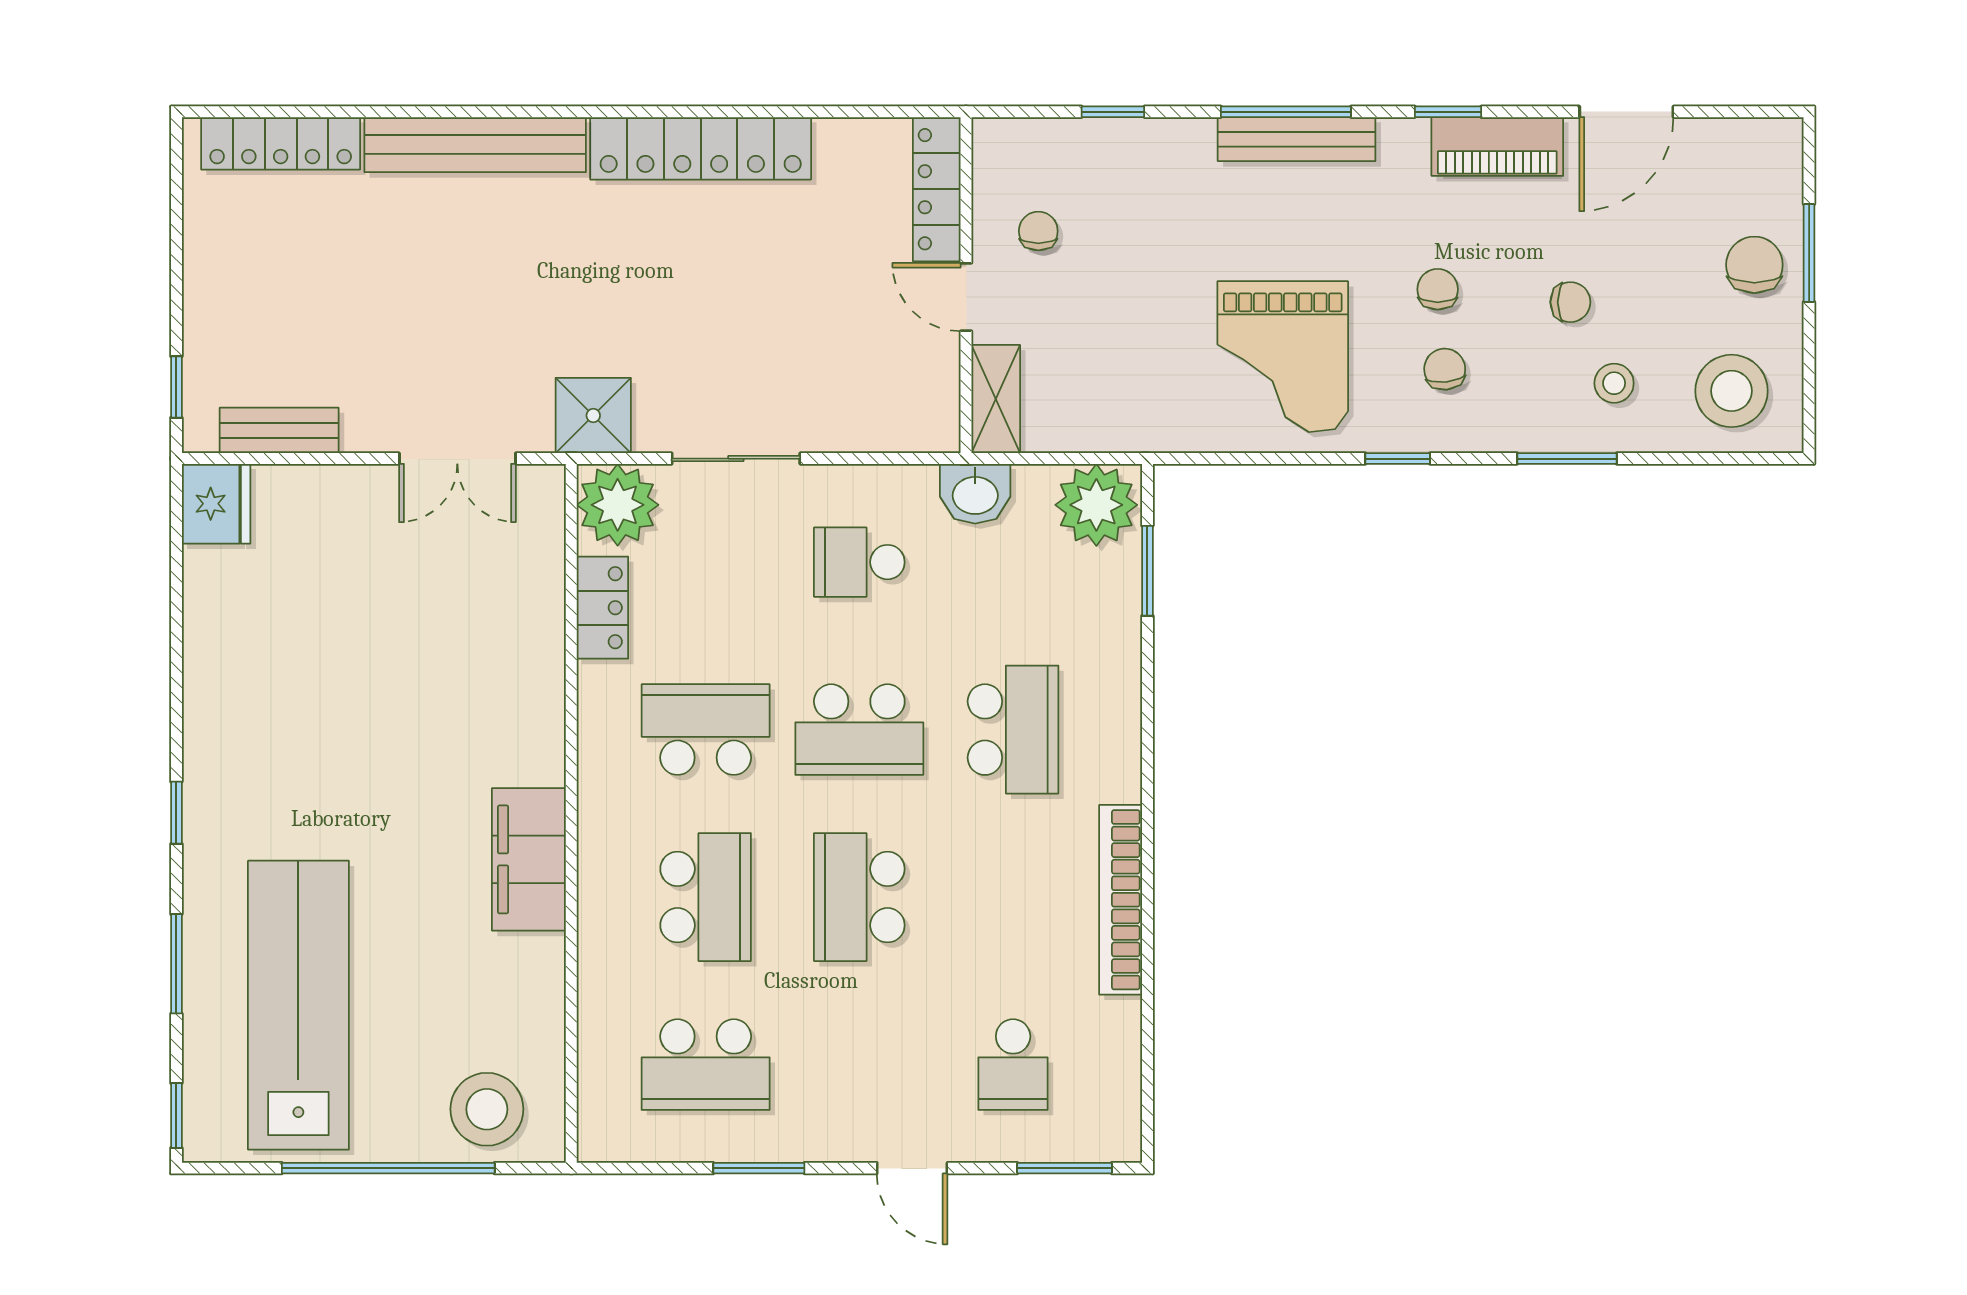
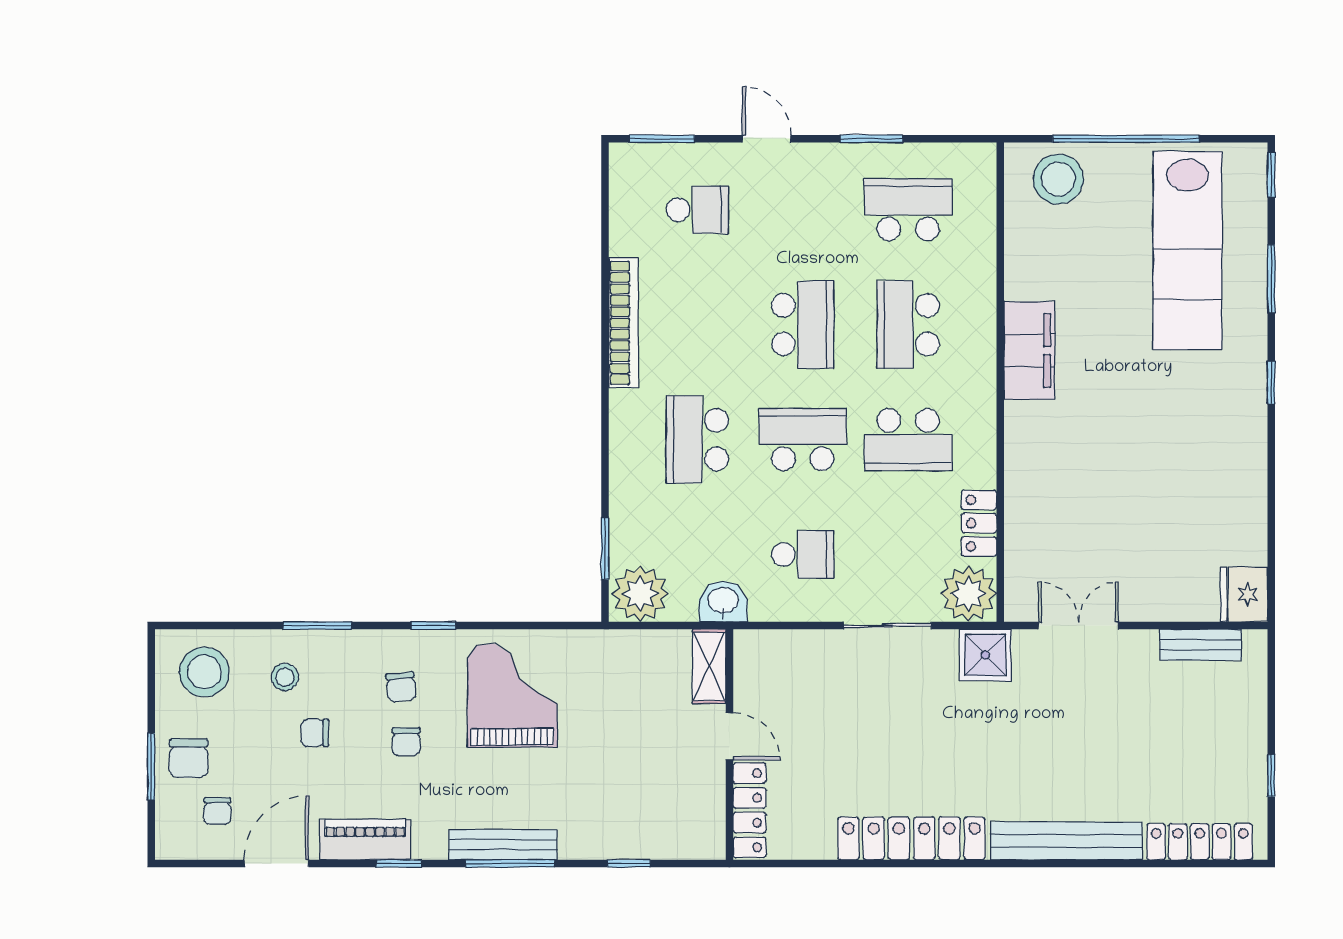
chair: (1038, 231) -> (218, 811), moved
window: (176, 387) -> (1271, 776), moved
school desk: (1013, 1065) -> (697, 210), turned 90

